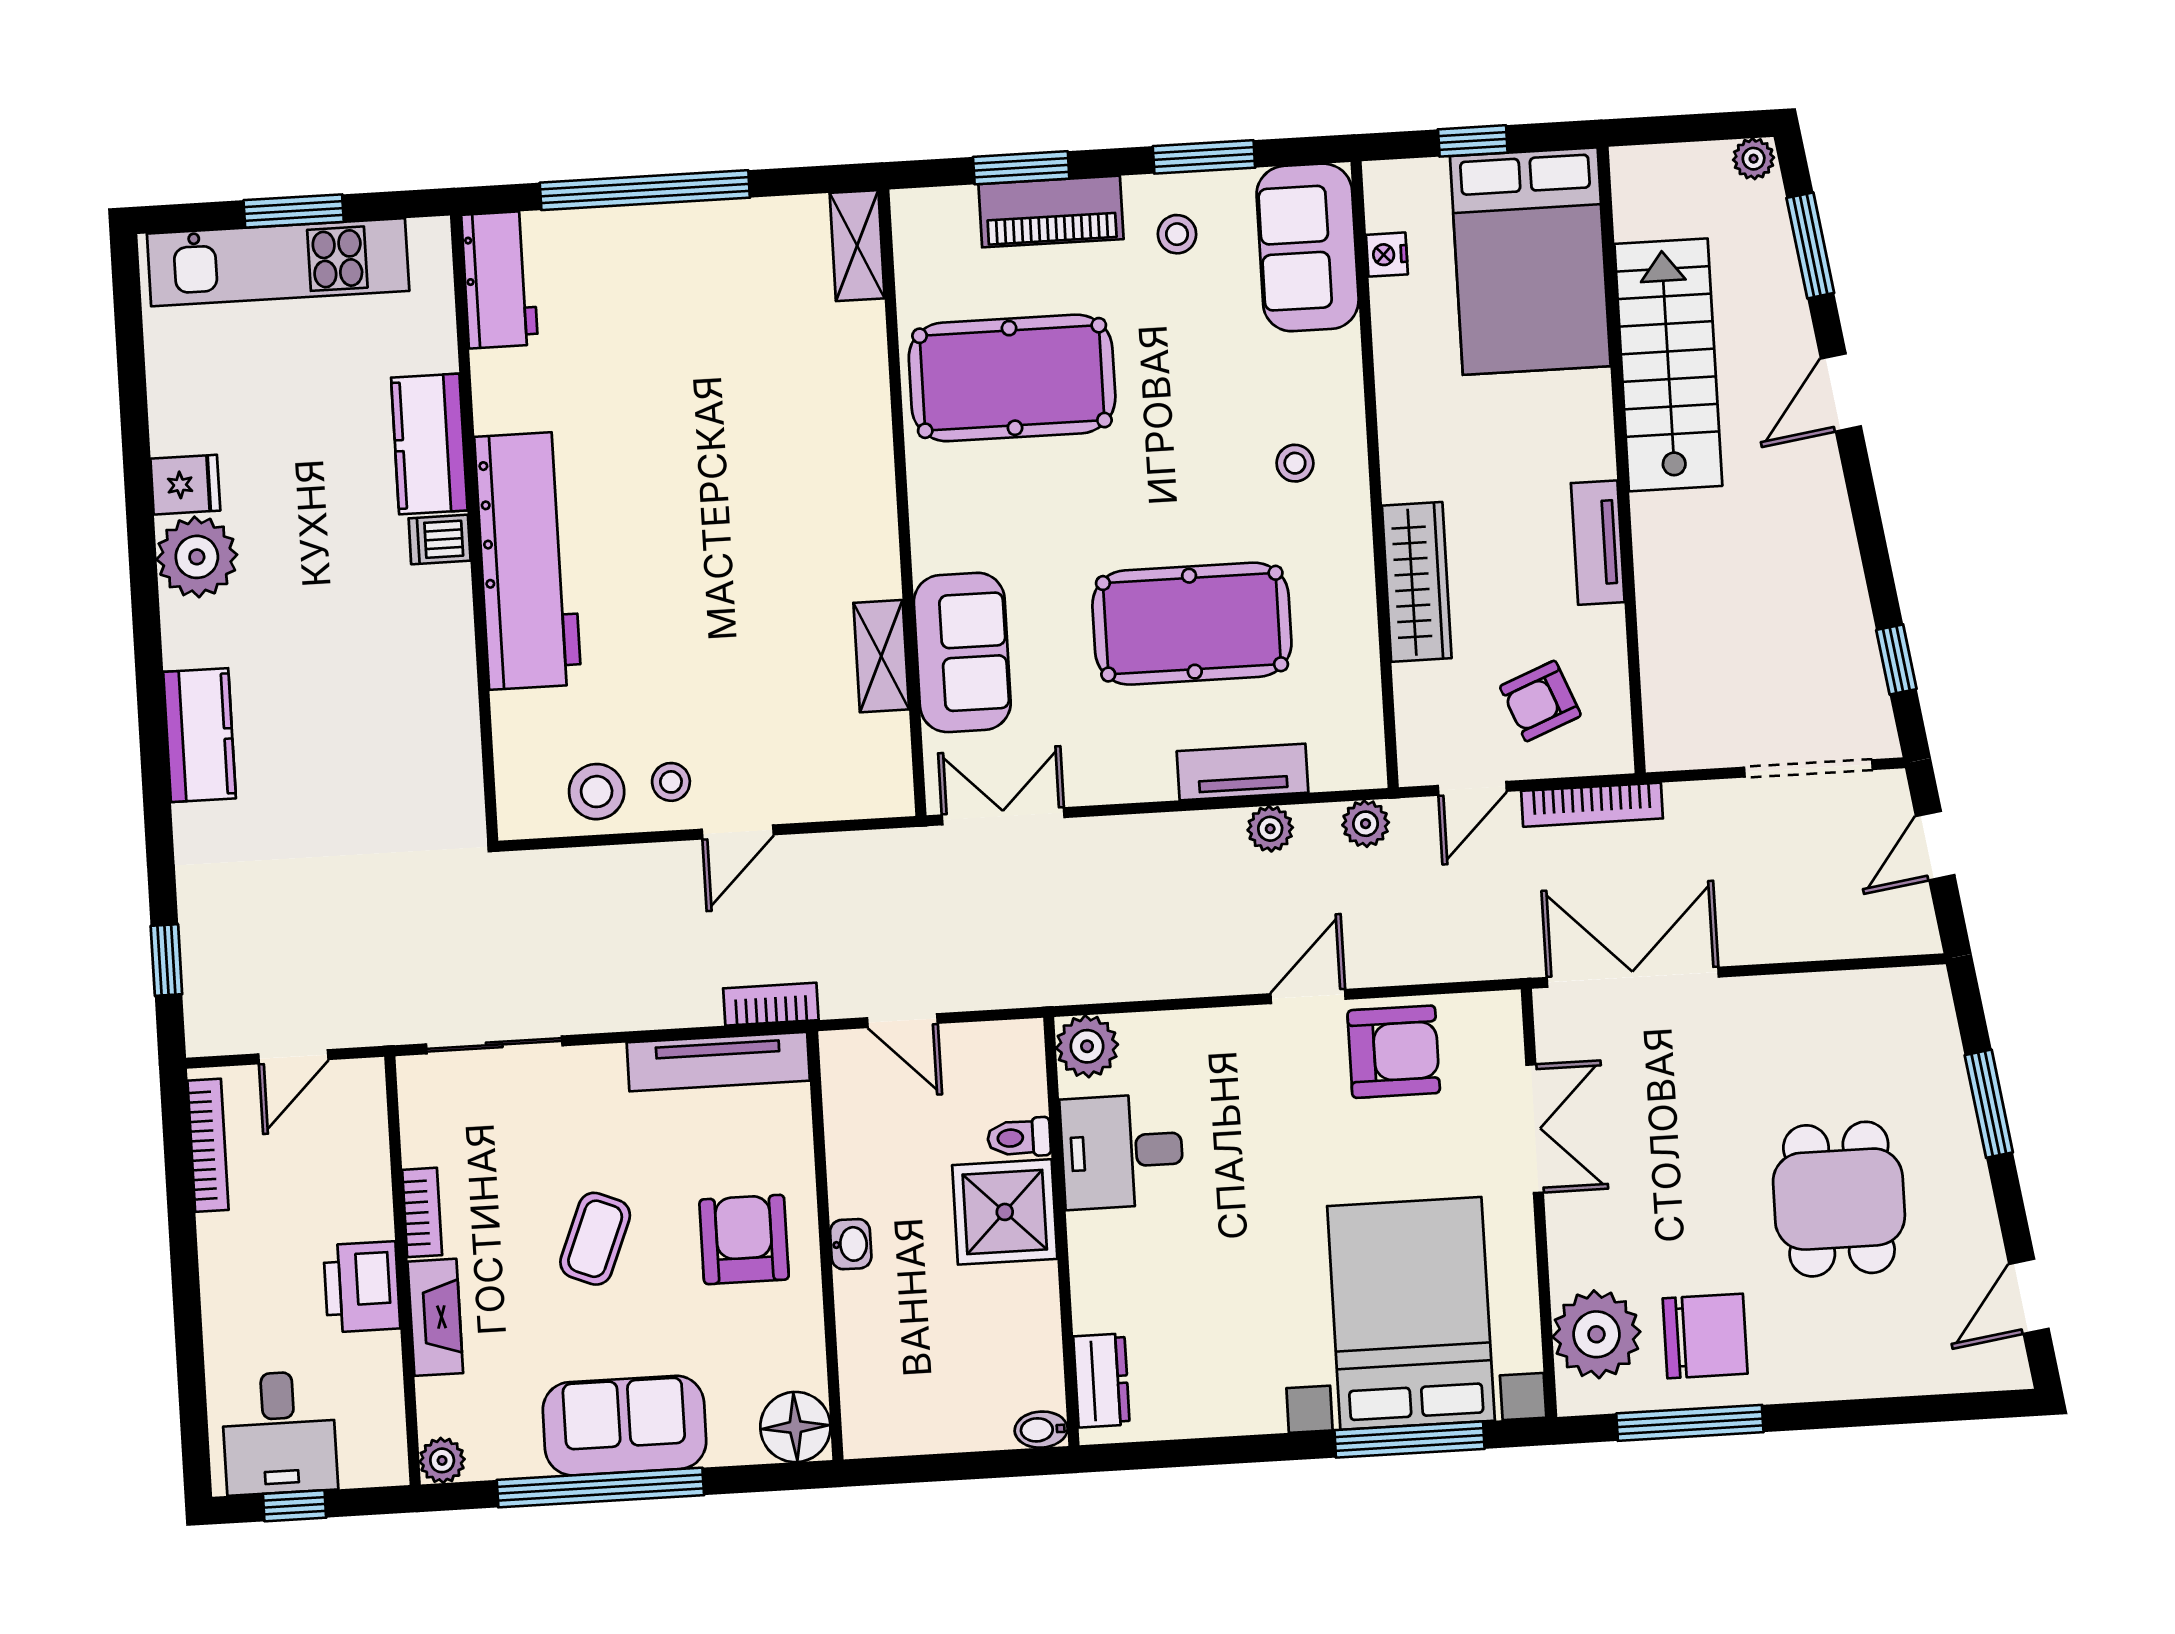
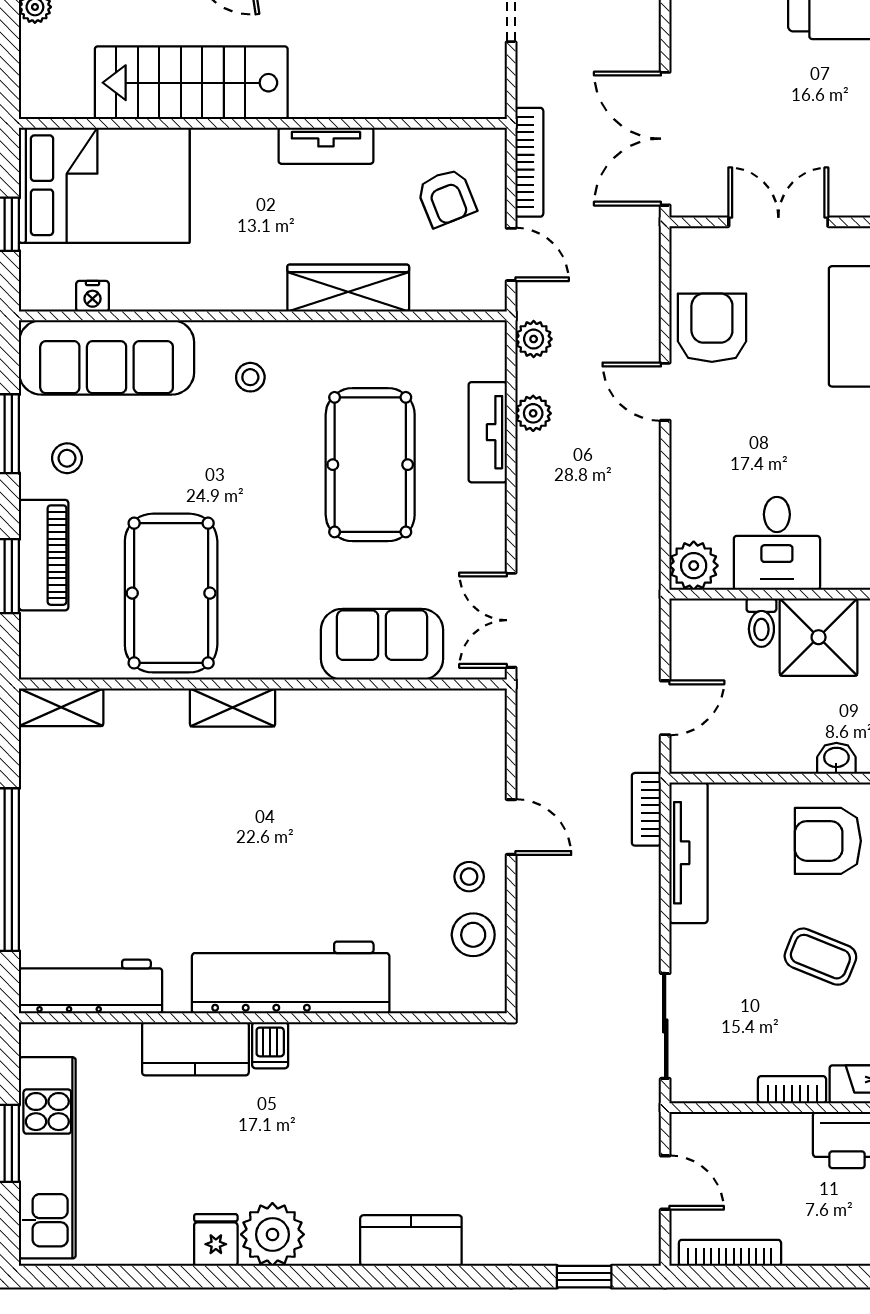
sofa: (1308, 247) -> (107, 357), width x1.36
workbench: (500, 280) -> (91, 987), width x1.38
shelving: (881, 656) -> (233, 707), moved

